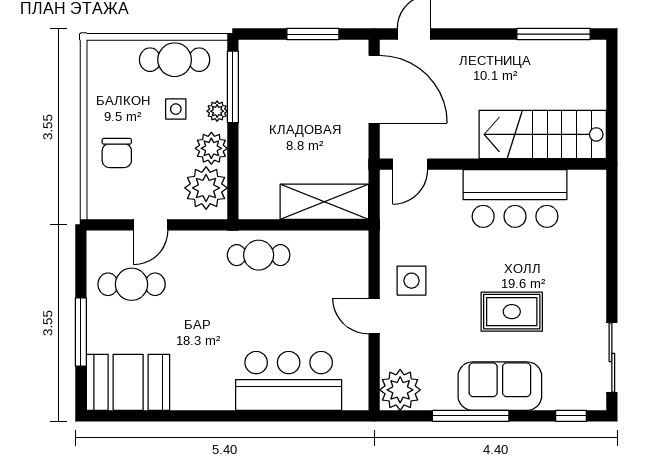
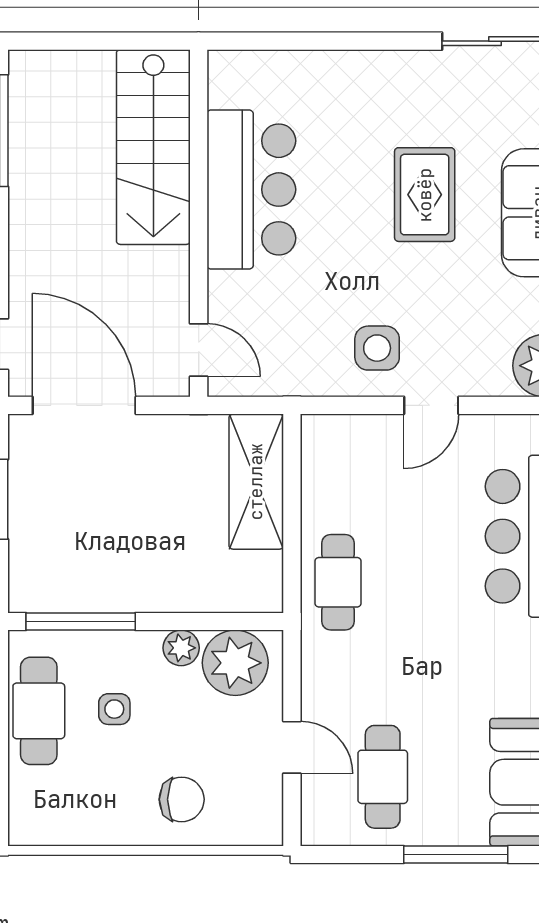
door: (374, 89) -> (84, 405), hinge flipped
plant: (217, 111) -> (117, 646), removed
plant: (211, 148) -> (181, 648), width x0.73, depth x0.73

